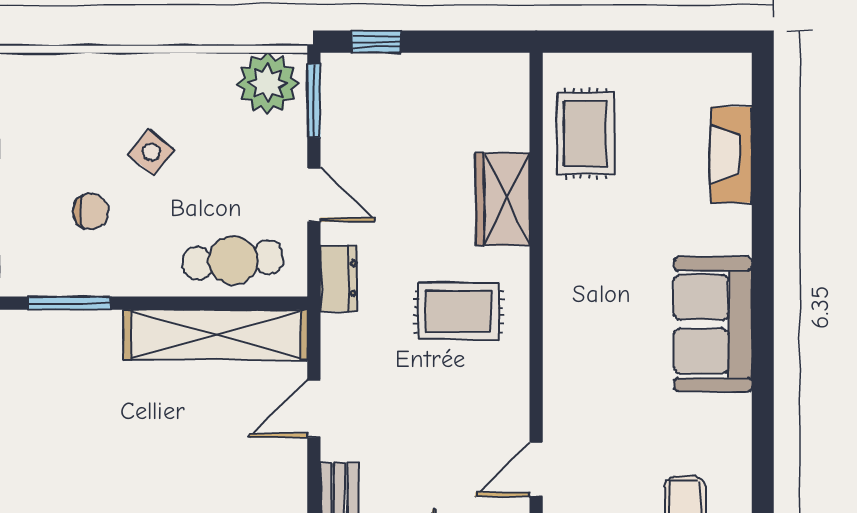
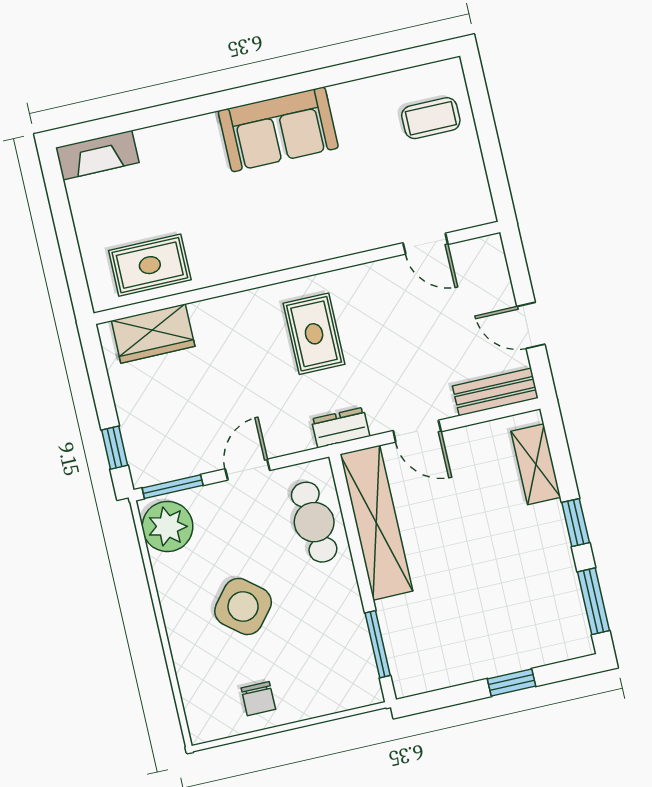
side table: (151, 152) -> (243, 606), width x1.87, depth x1.87
fireplace: (731, 155) -> (97, 155), moved
wardrobe: (503, 199) -> (153, 333), moved
chair: (91, 212) -> (258, 699), moved, turned 180
dresser: (339, 279) -> (341, 428), moved

